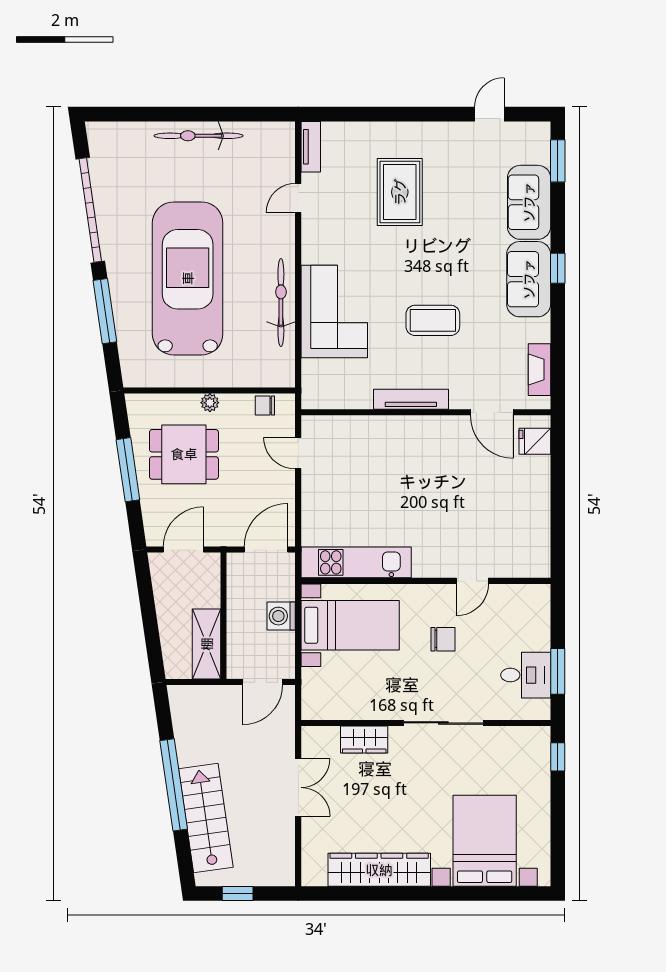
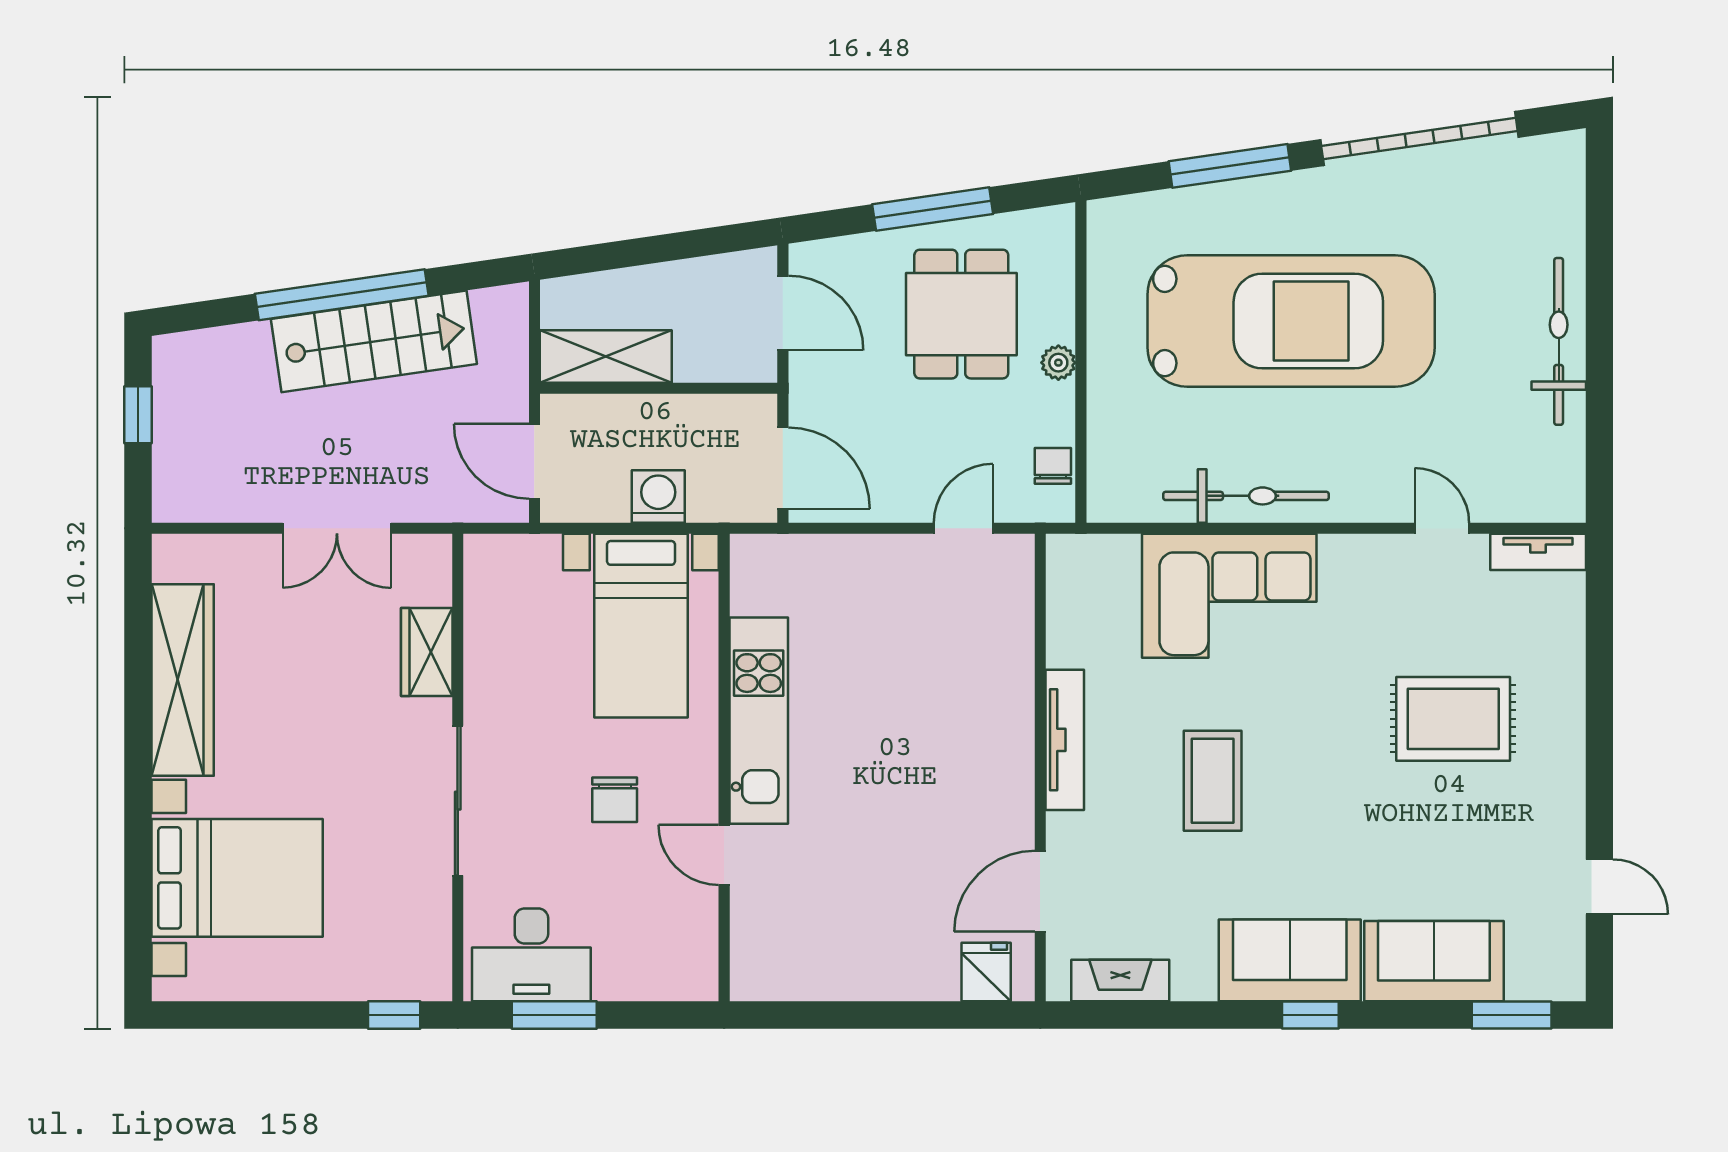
kitchen unit: (356, 562) -> (759, 721), moved
desk: (526, 675) -> (531, 955), width x1.37
stairs: (206, 818) -> (374, 341), moved

